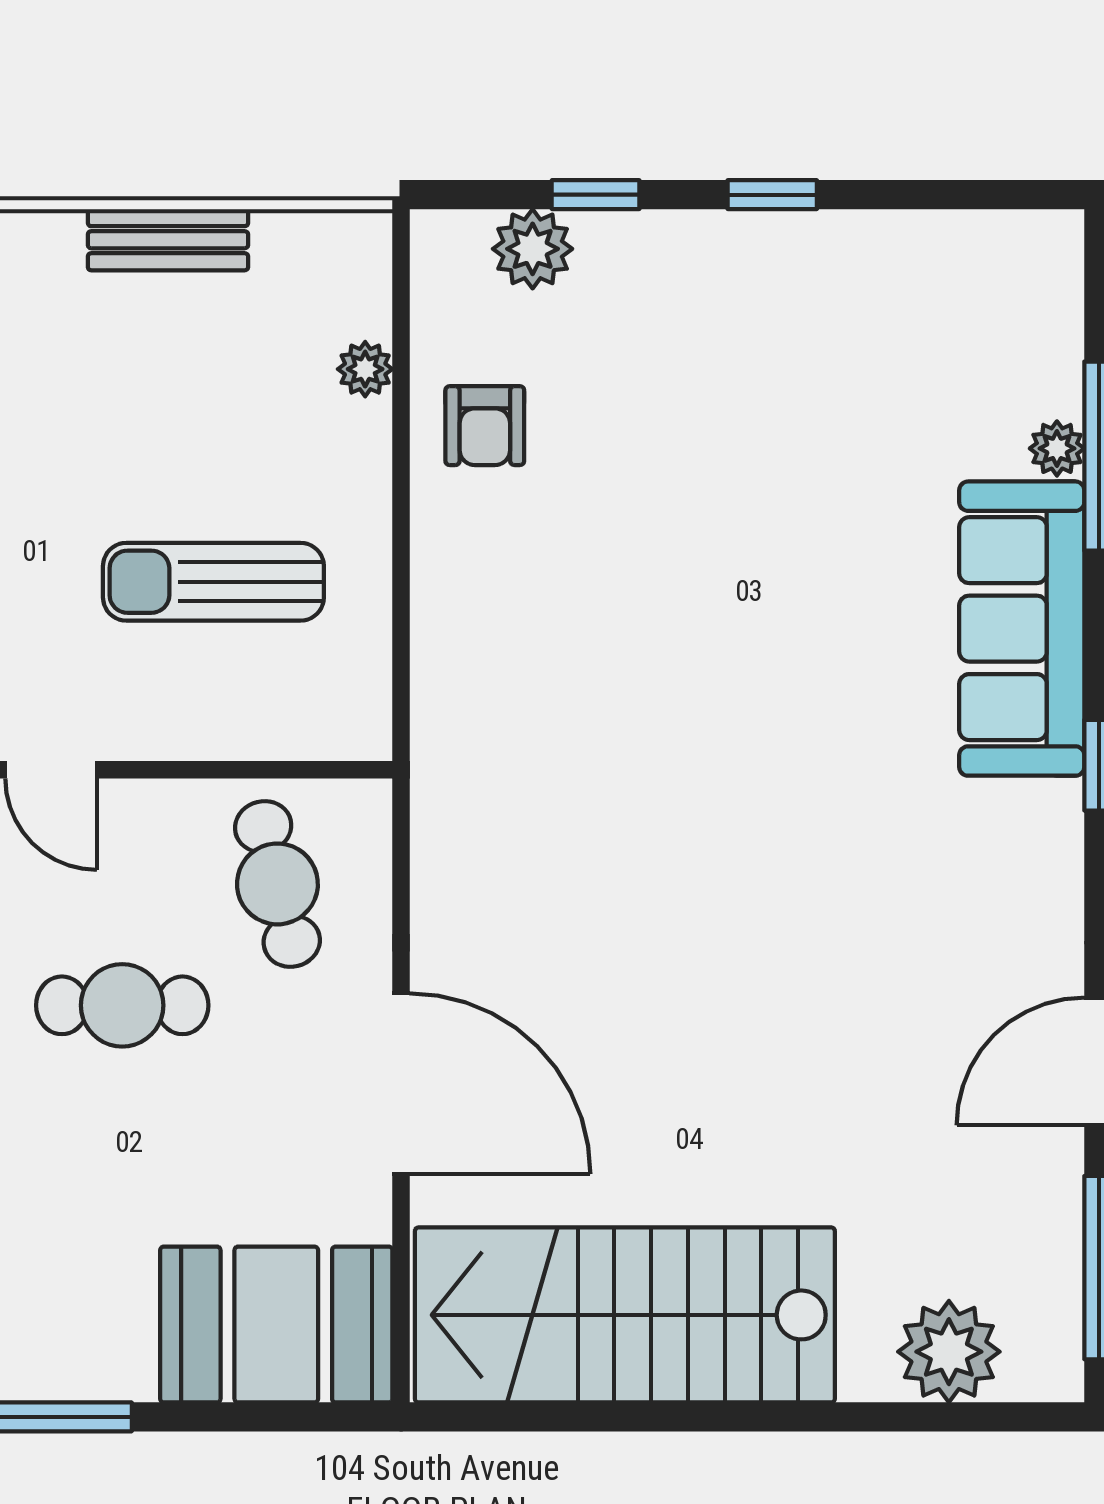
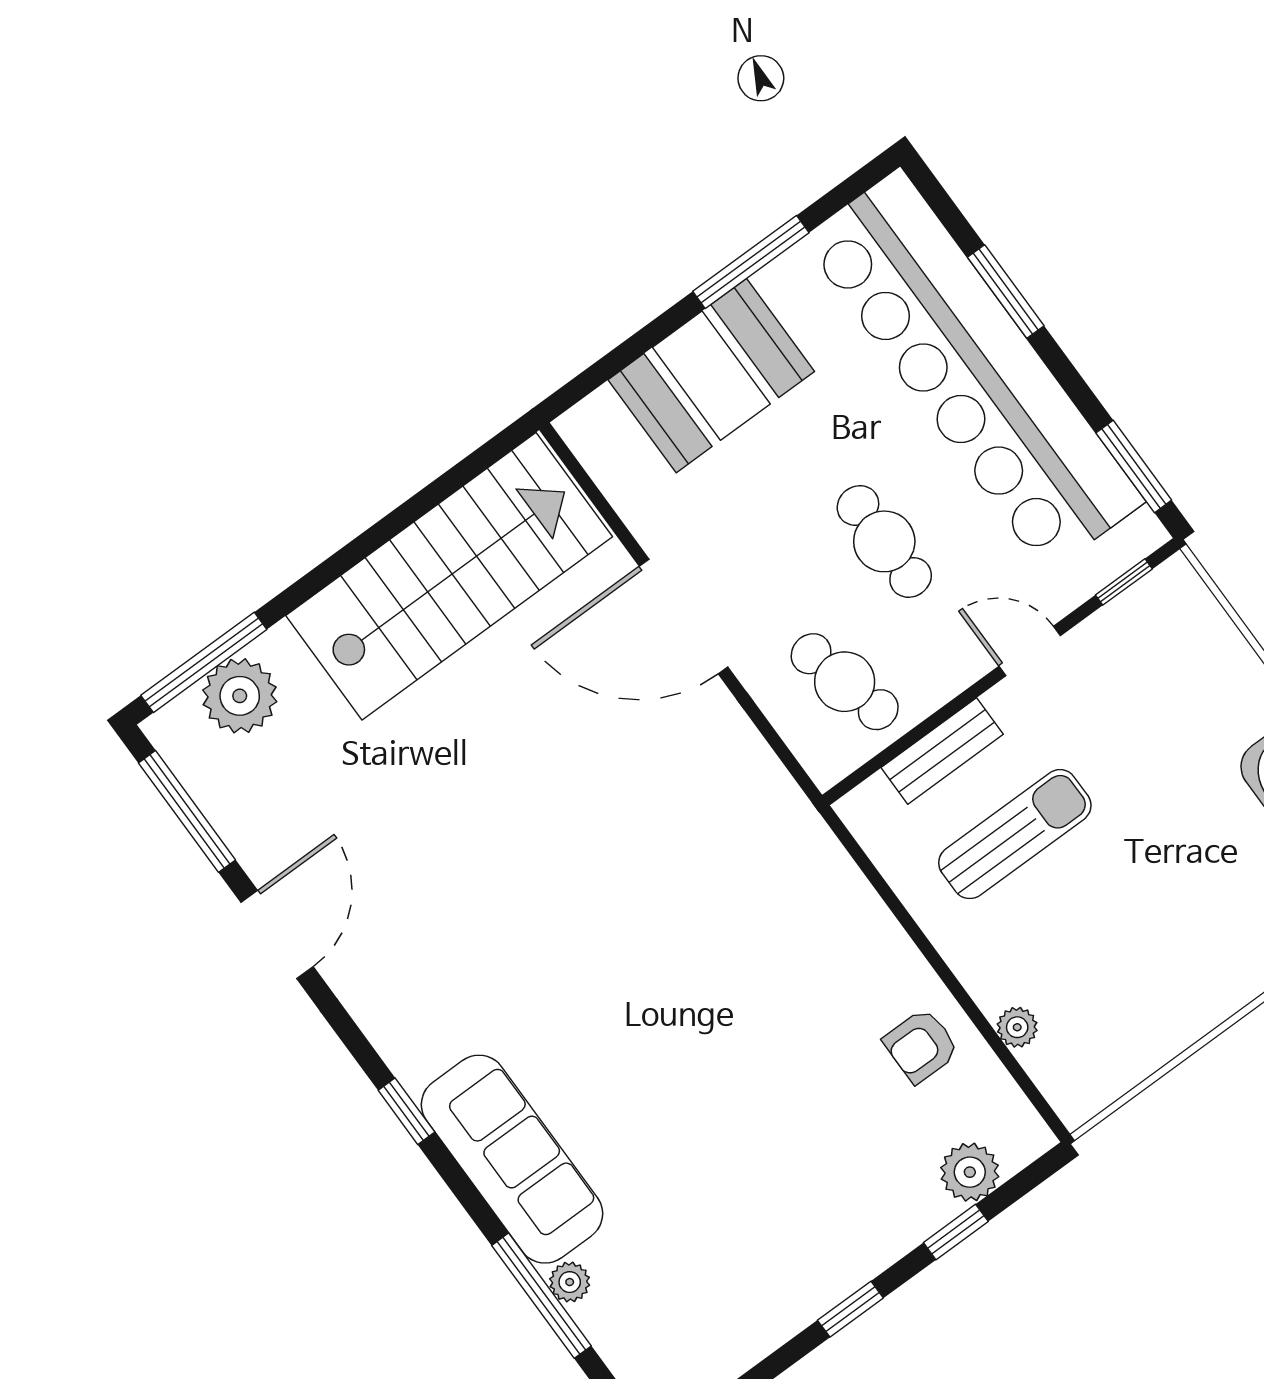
bench: (168, 240) -> (942, 751), moved
armchair: (485, 426) -> (921, 1046), turned -90
cafe table: (122, 1005) -> (884, 541), turned 90
booth: (276, 1325) -> (711, 376), moved
window: (961, 1417) -> (204, 662), added

